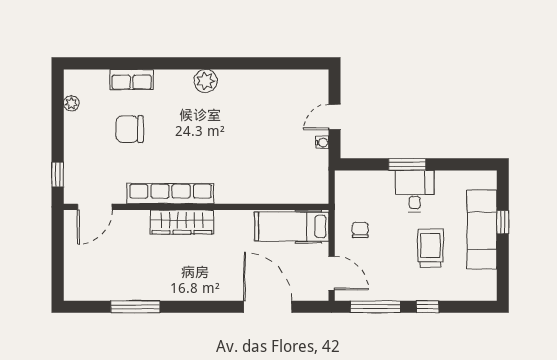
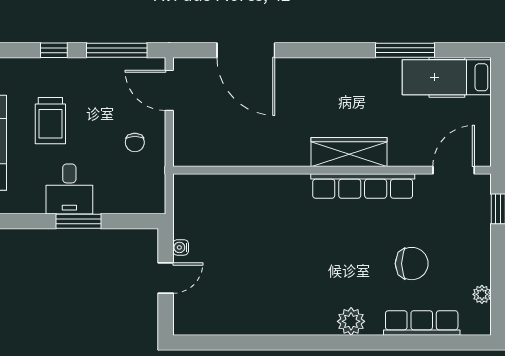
row of seats: (132, 80) -> (422, 323), width x1.48
plant: (206, 81) -> (351, 321), moved
hospital bed: (292, 227) -> (447, 77), moved, turned 180

